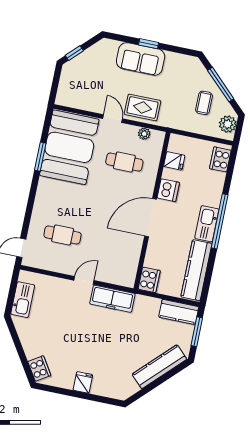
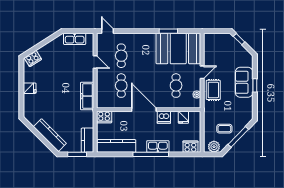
kitchen sink: (207, 224) -> (158, 146), moved
cafe table: (107, 244) -> (121, 86), added
door: (84, 280) -> (95, 62), moved

